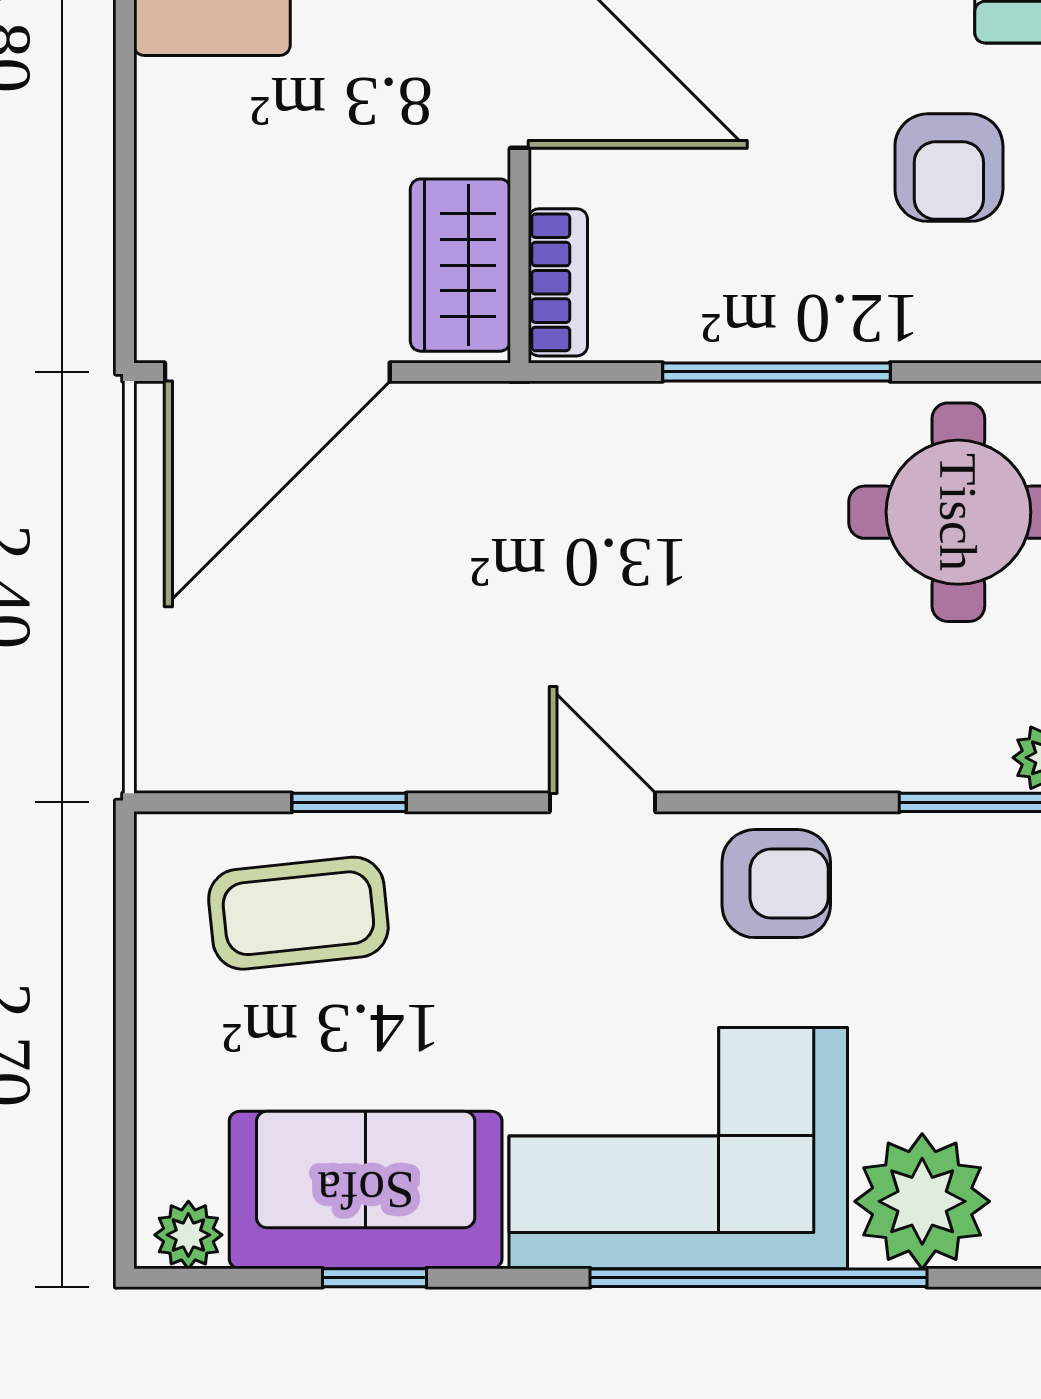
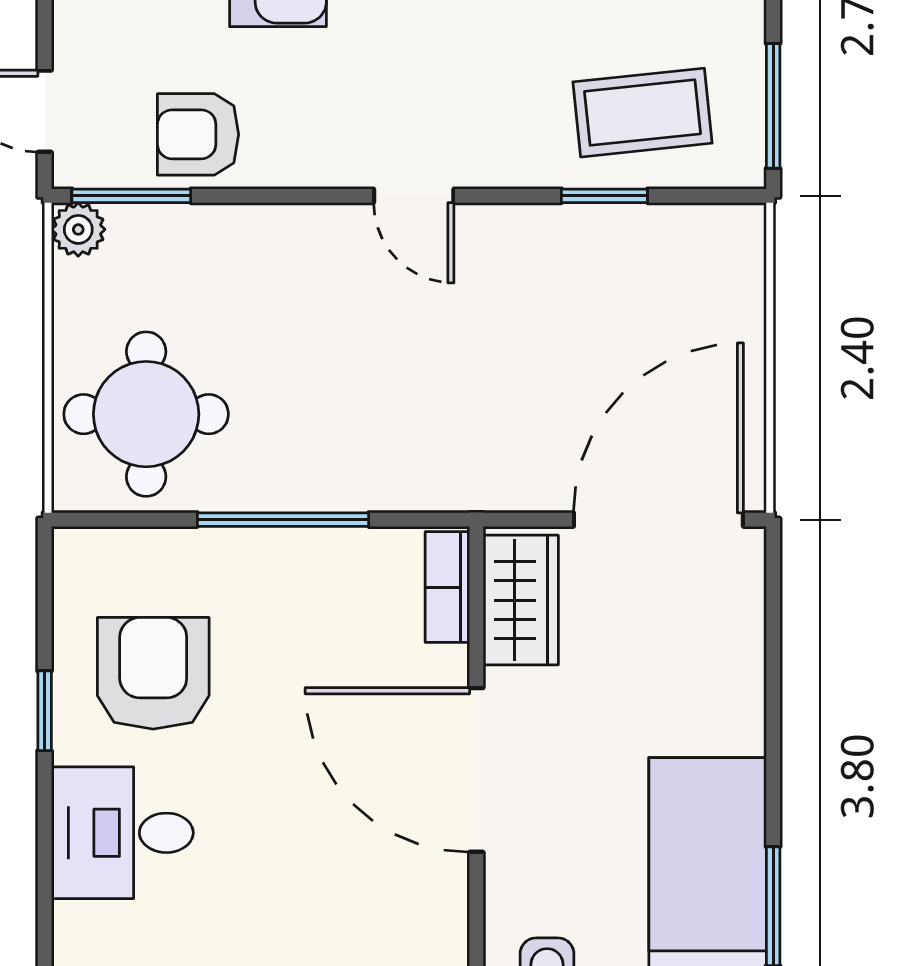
armchair: (949, 168) -> (153, 673), width x1.38, depth x1.38
armchair: (776, 884) -> (198, 134), moved
window: (125, 922) -> (773, 106), added

